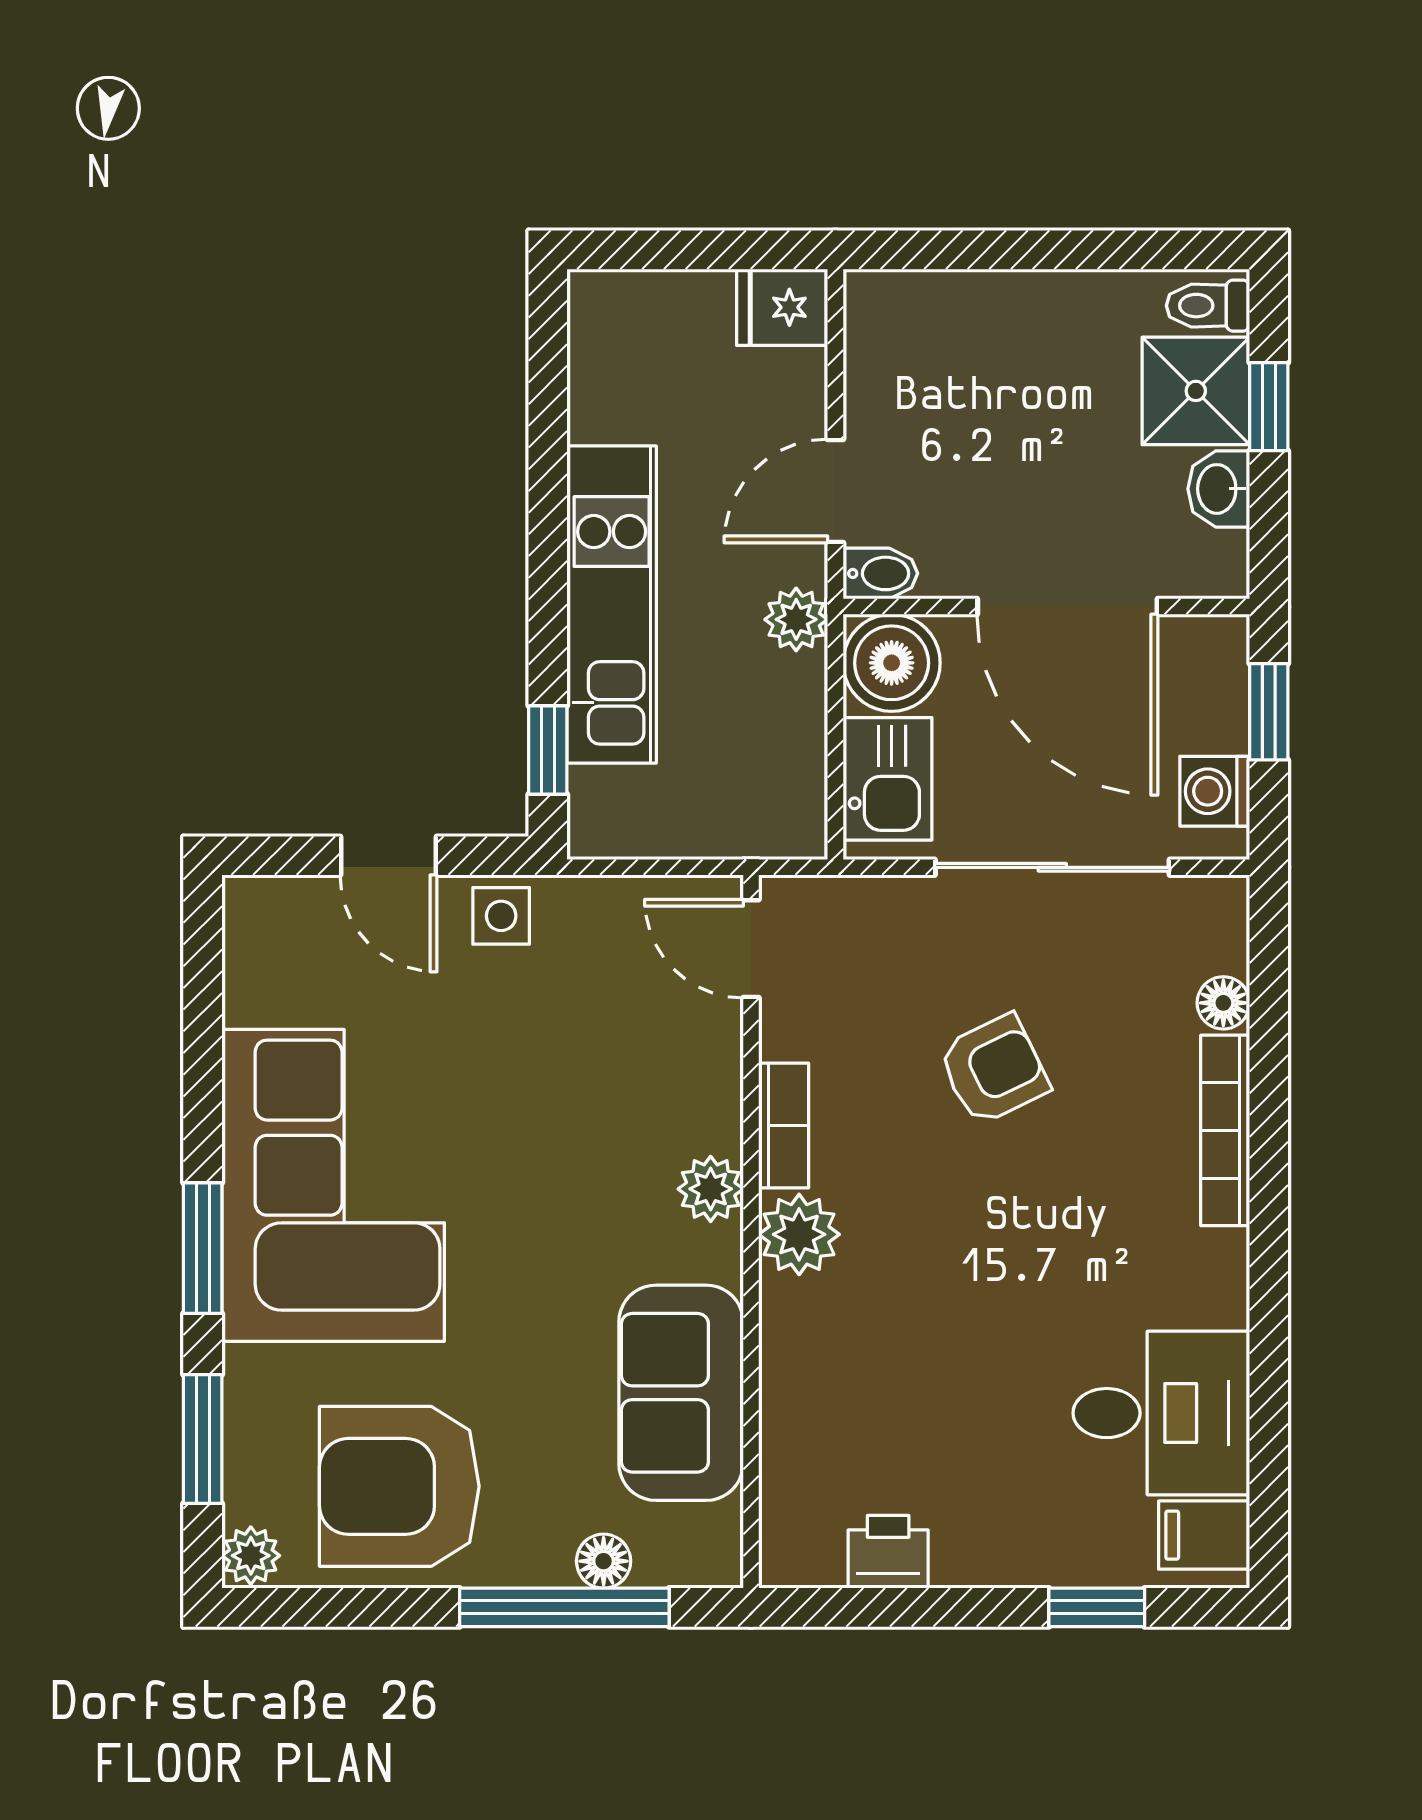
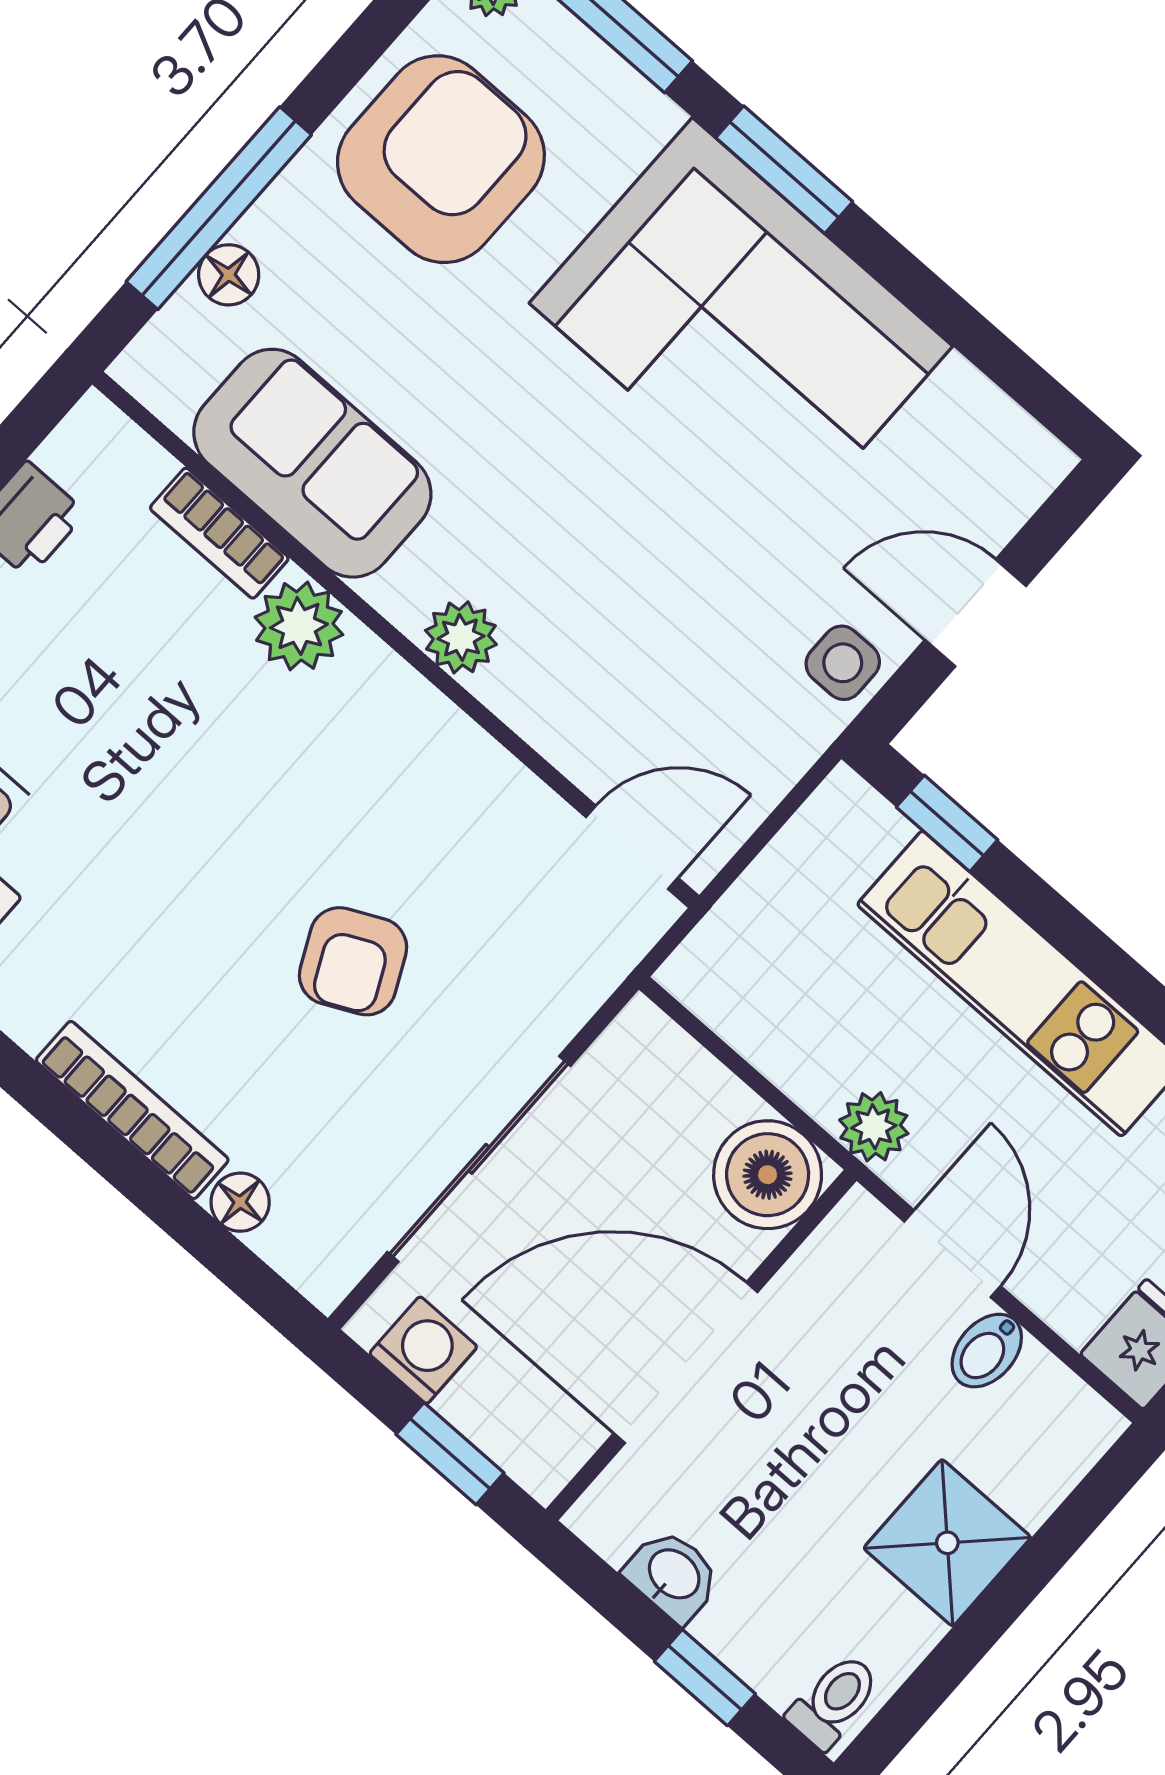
shower: (1196, 391) -> (947, 1543), moved
bidet: (880, 573) -> (987, 1351), moved
kitchen sink: (887, 779) -> (674, 1086), removed
bookcase: (784, 1125) -> (219, 533), moved
plant: (799, 1234) -> (299, 626), moved

